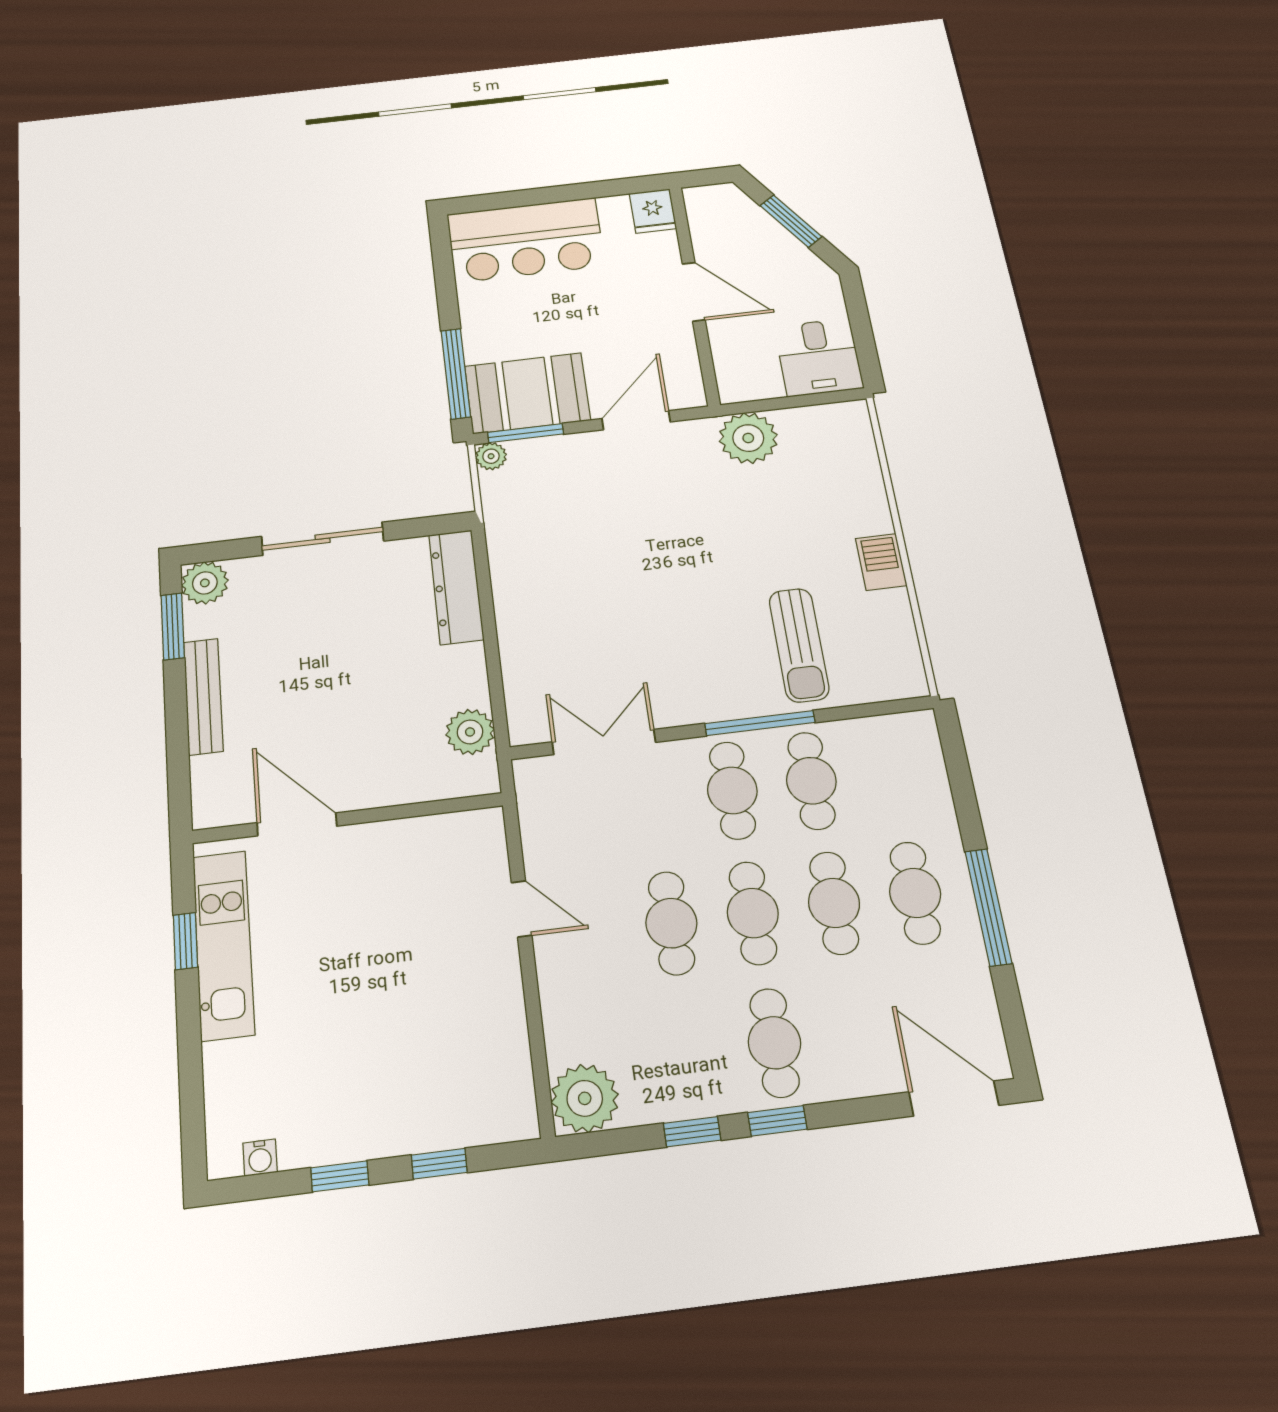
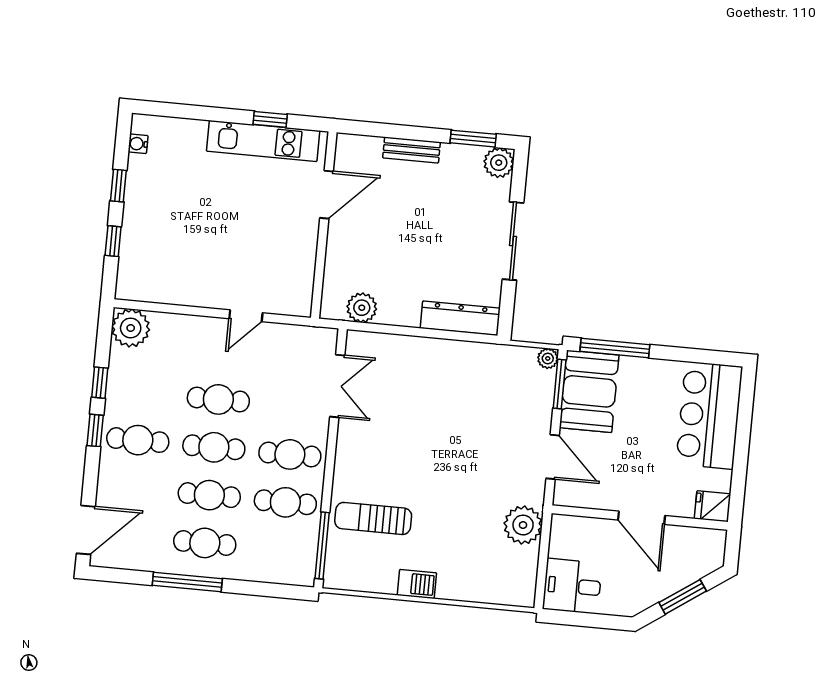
door: (694, 292) -> (642, 518), hinge flipped
bench: (203, 696) -> (412, 150), width x0.73
window: (760, 723) -> (322, 545), moved

